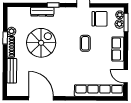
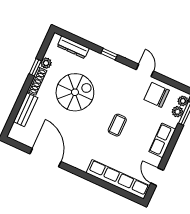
dresser: (42, 12) -> (73, 47), moved
chair: (99, 19) -> (157, 95), turned 180
coffee table: (85, 43) -> (117, 125), moved

